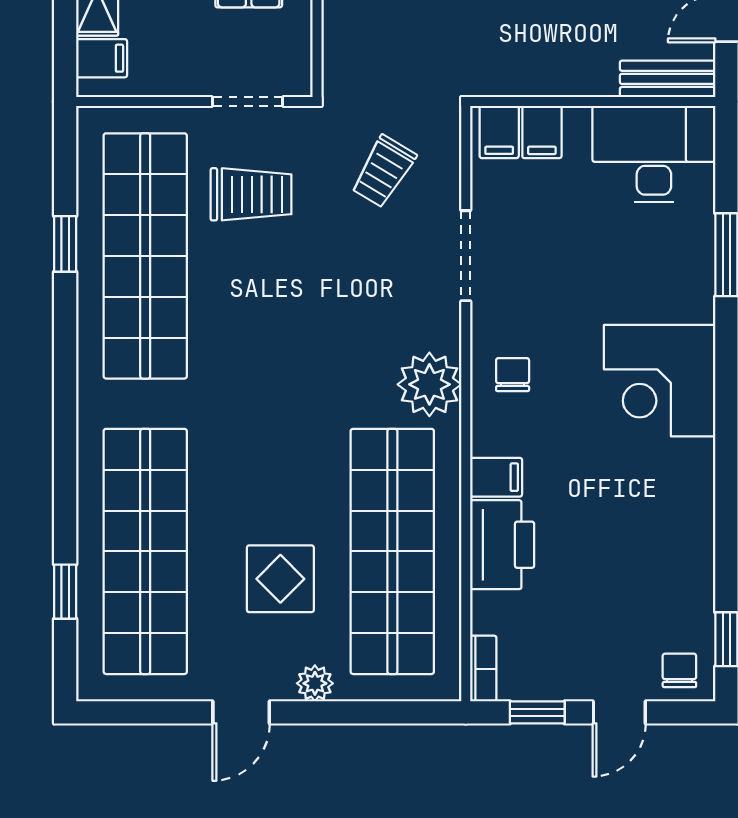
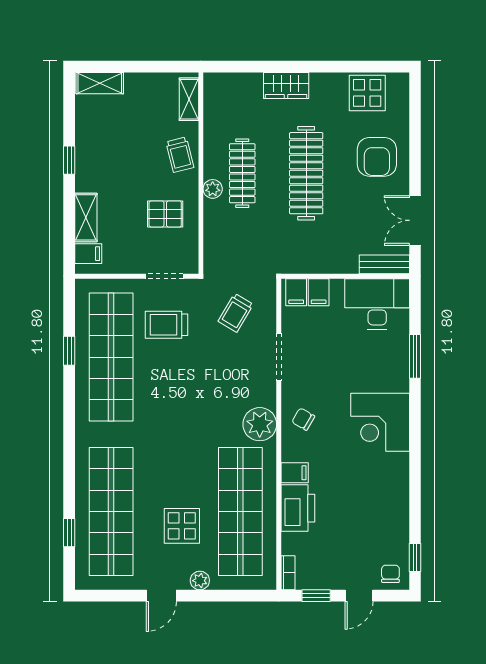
trolley: (251, 194) -> (166, 325), turned 180
chair: (513, 375) -> (303, 419), turned -60

